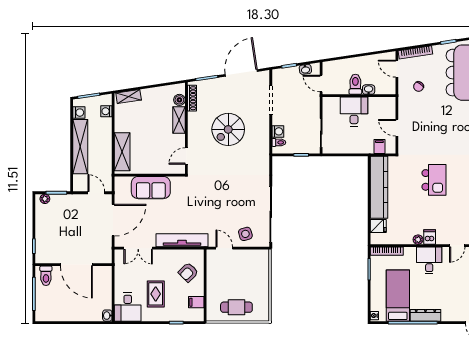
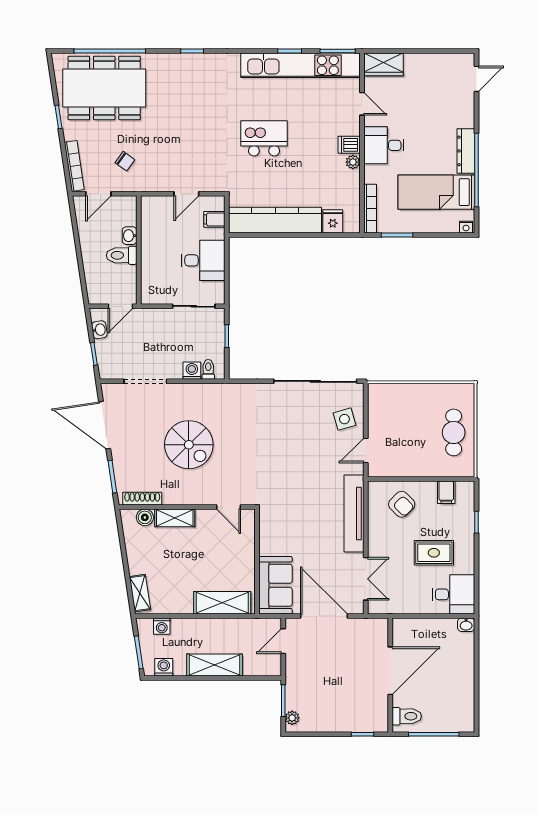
desk: (354, 112) -> (203, 260), moved, turned 180
shelving: (80, 147) -> (214, 665), width x0.68
sofa: (151, 188) -> (275, 585), moved

